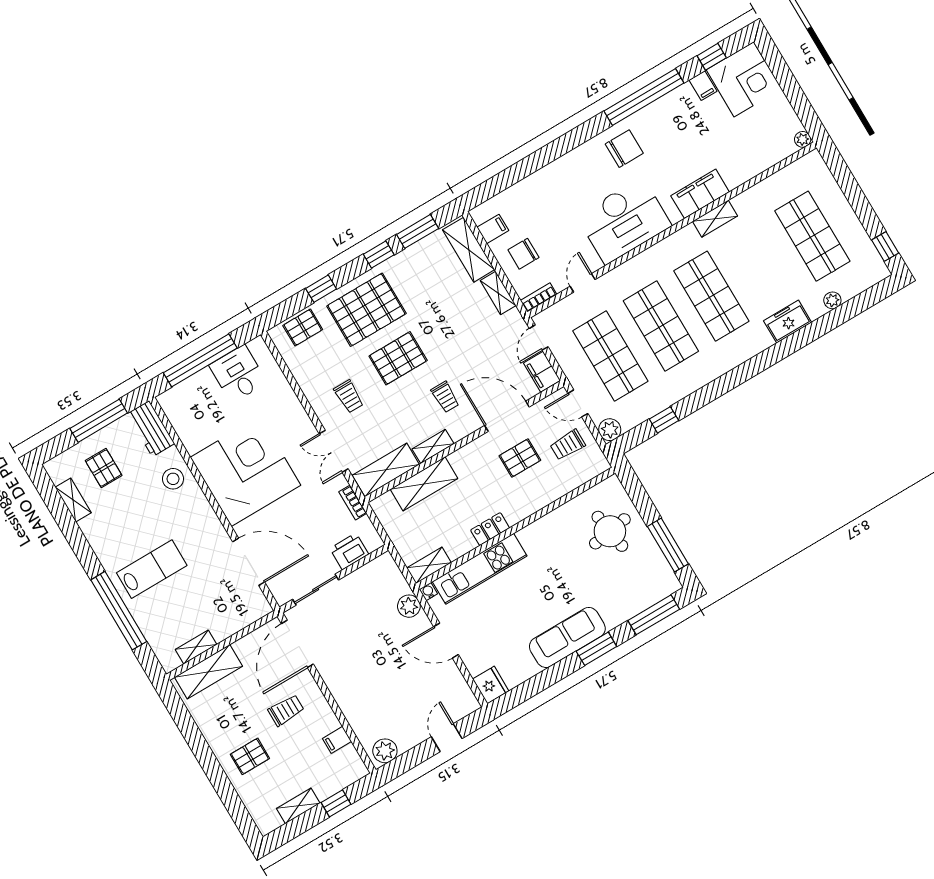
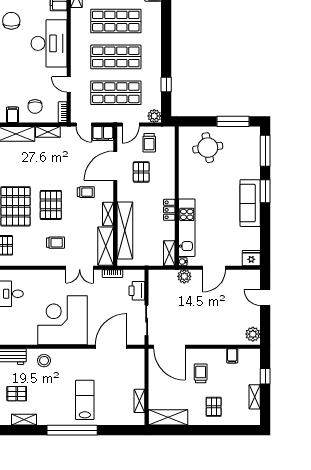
shelving: (424, 484) -> (125, 230), width x1.47
window: (119, 611) -> (72, 430), moved
shelving: (209, 672) -> (168, 417), moved, turned 90

